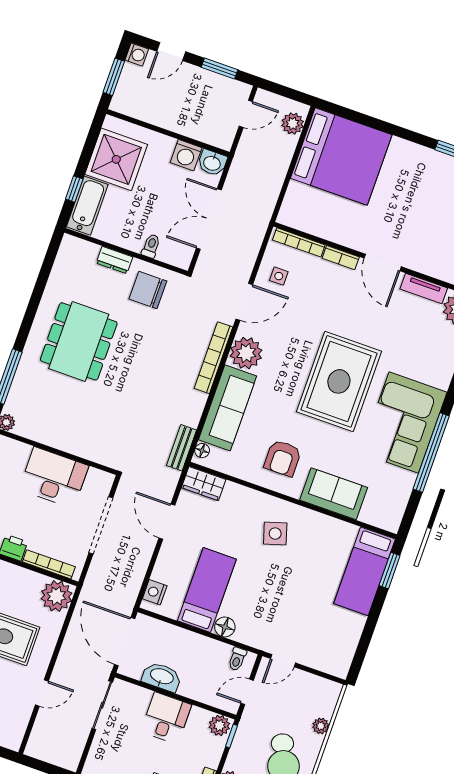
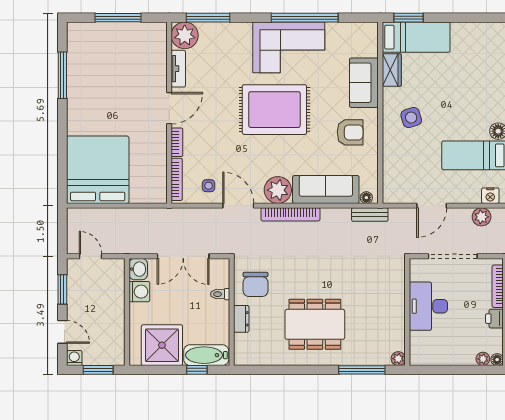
plant: (293, 124) -> (482, 217), moved
wardrobe: (204, 484) -> (392, 70), moved

